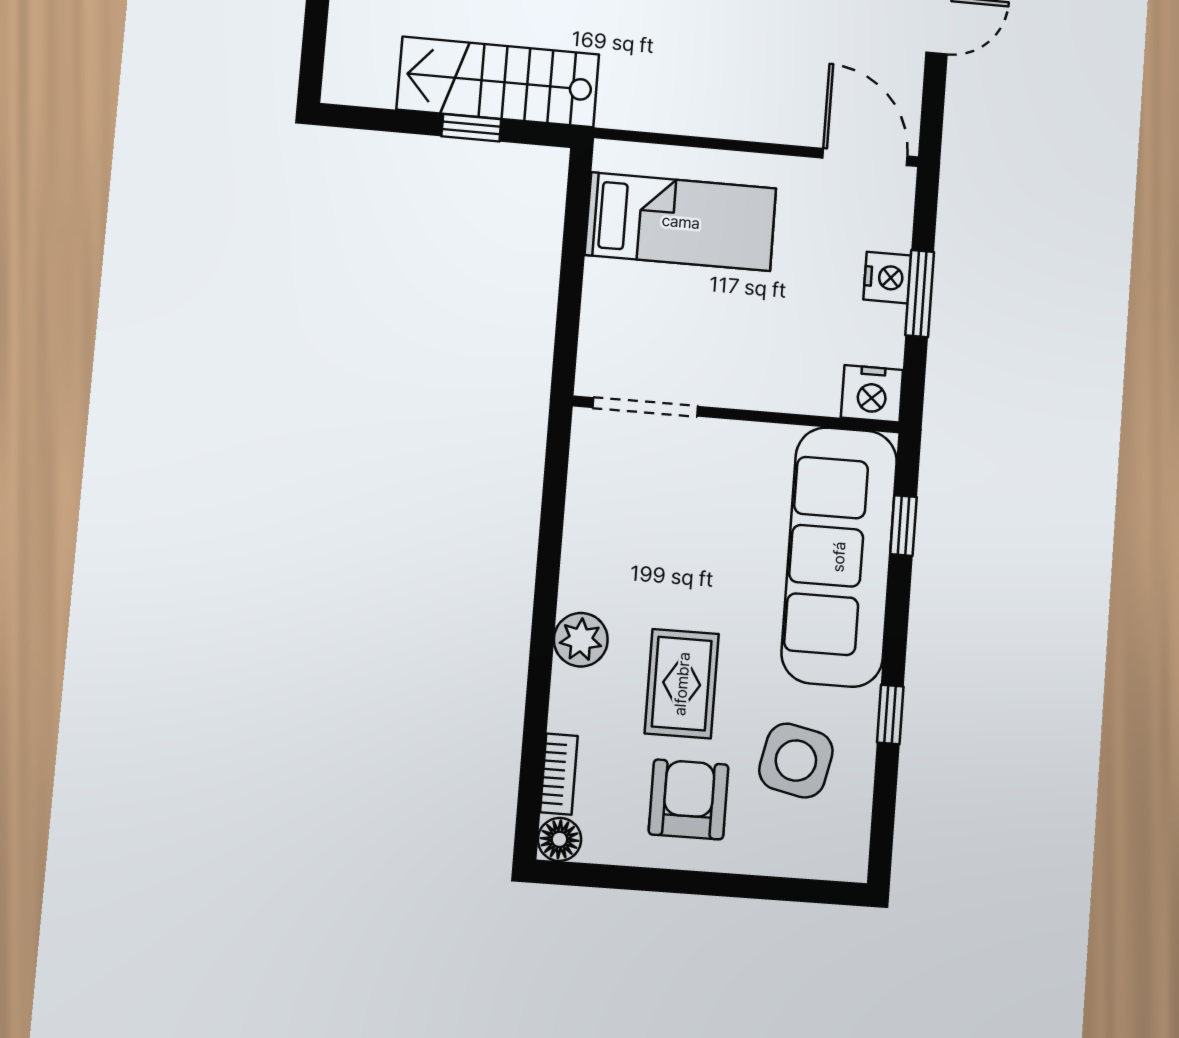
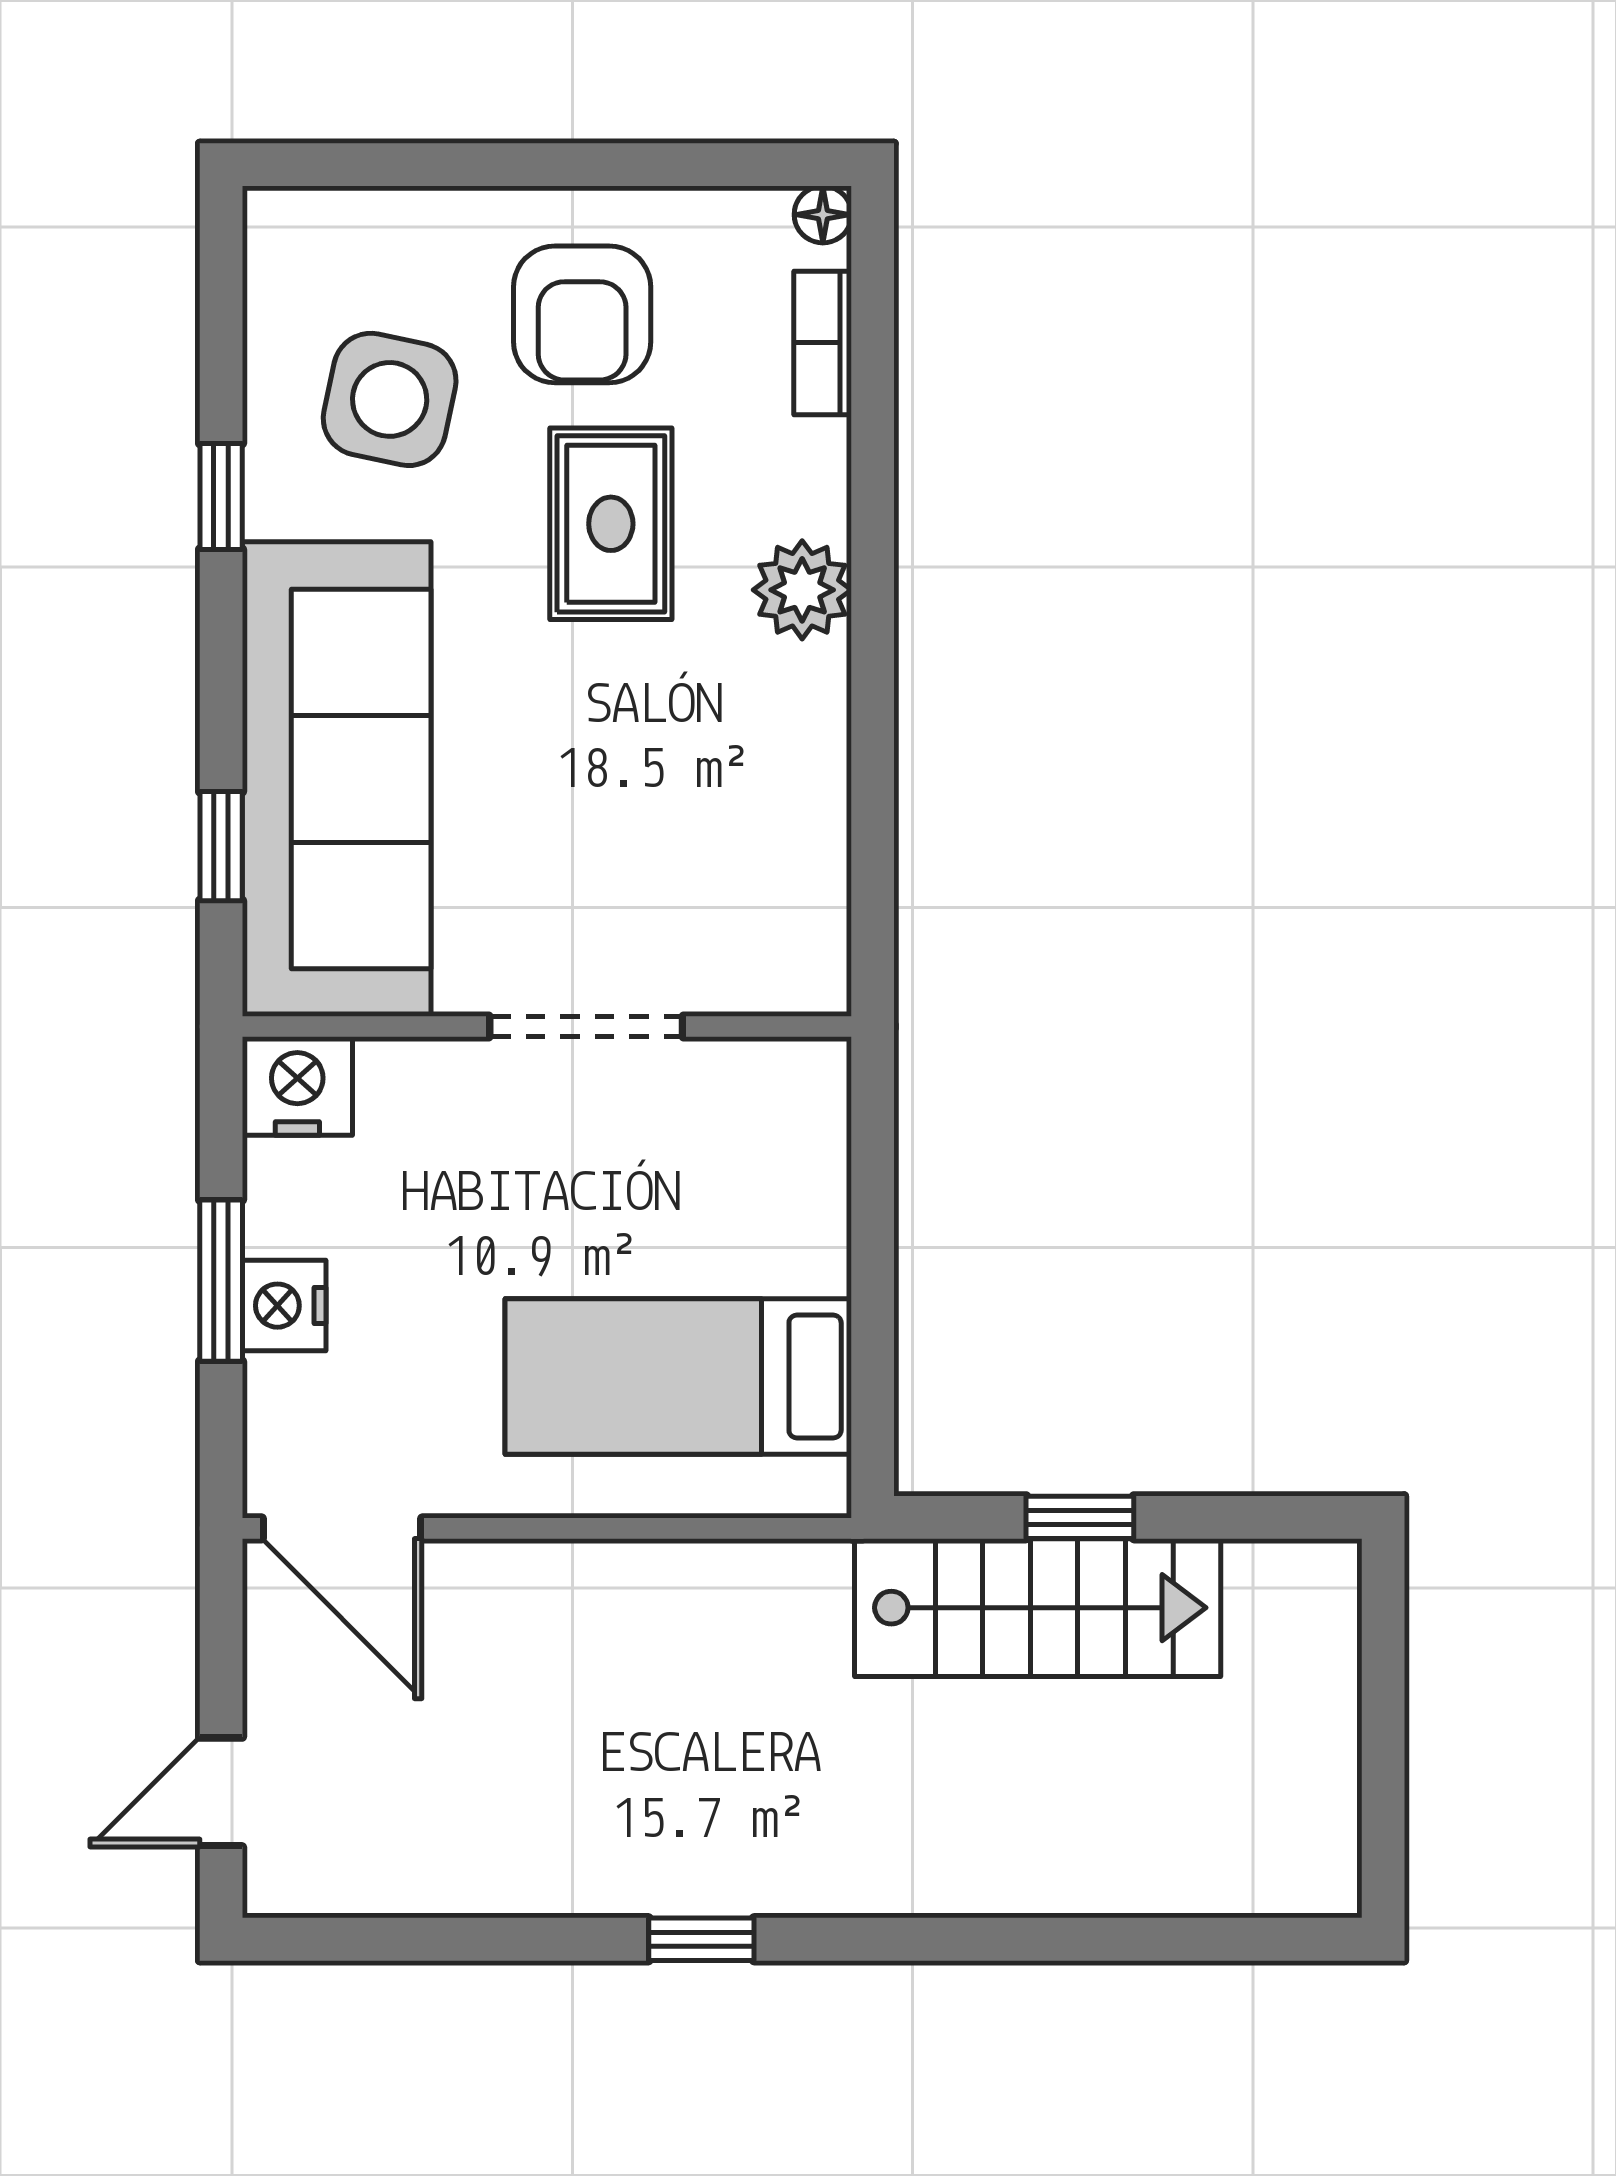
doorway: (645, 407) -> (586, 1026), moved
floor lamp: (559, 839) -> (823, 215), width x0.73, depth x0.73

